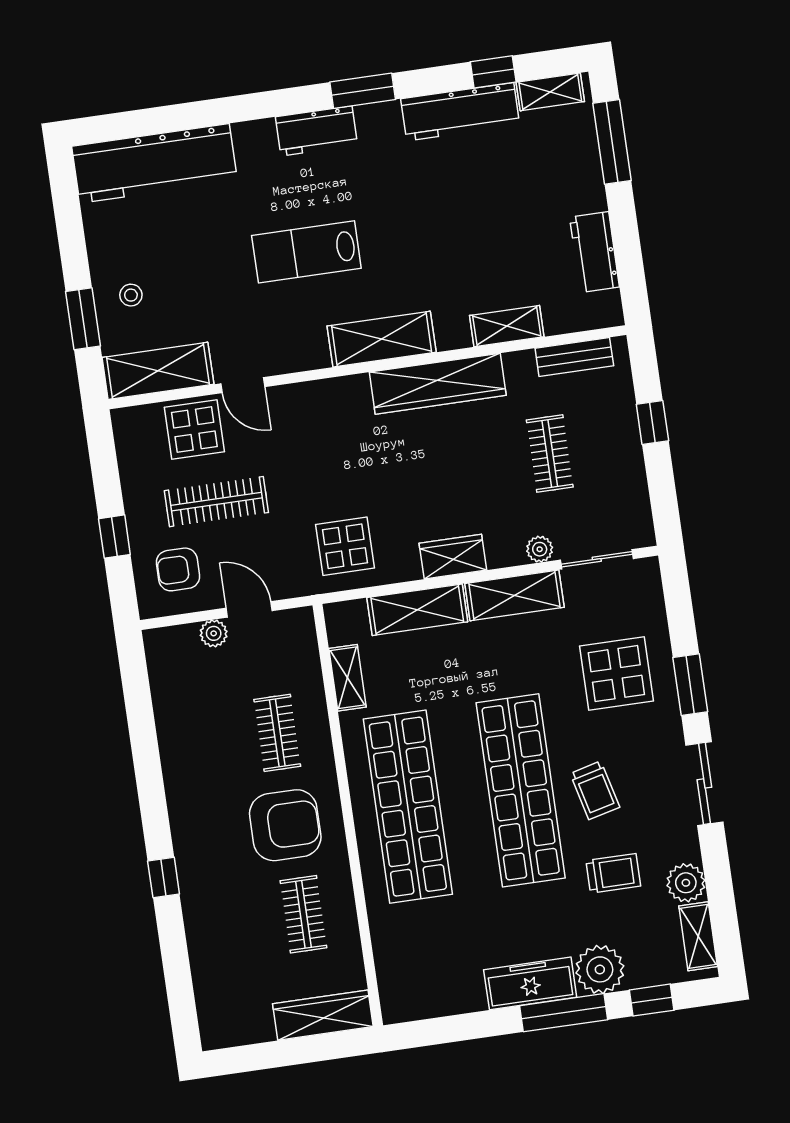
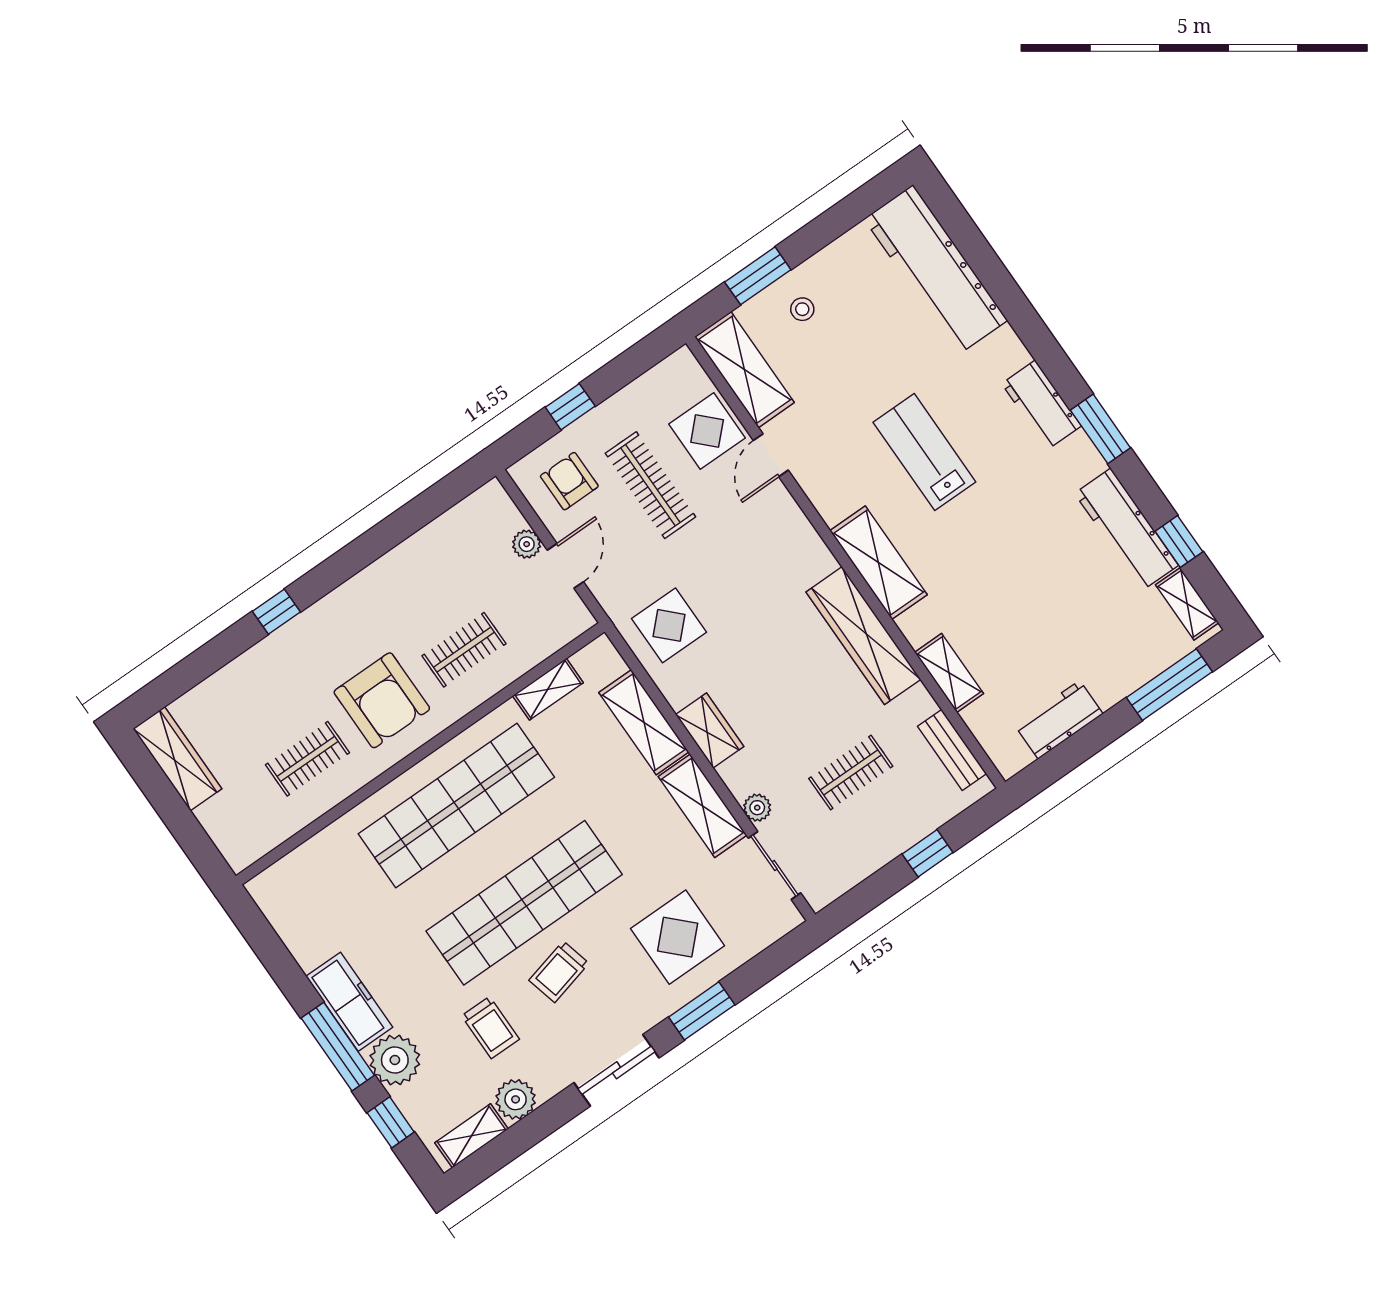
wardrobe: (323, 1015) -> (177, 759), moved

